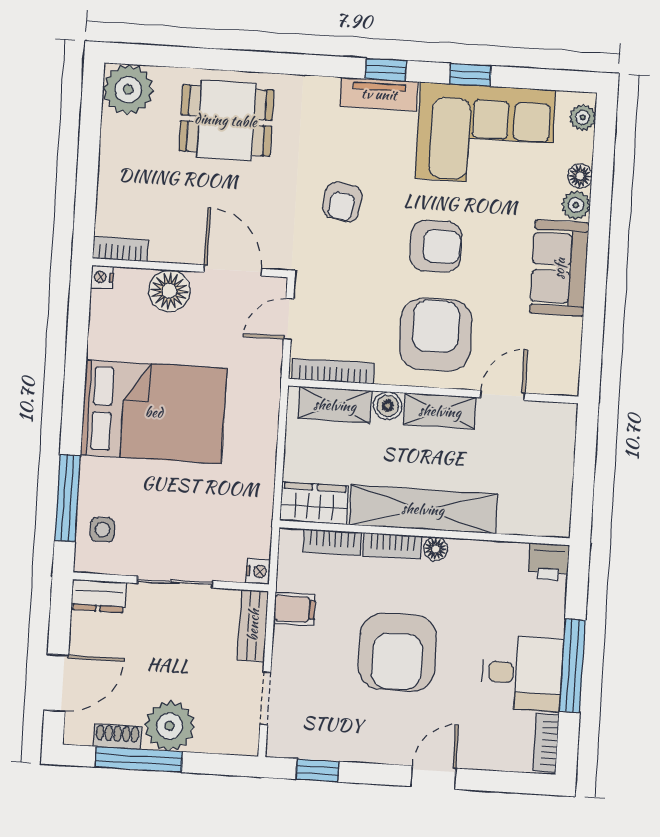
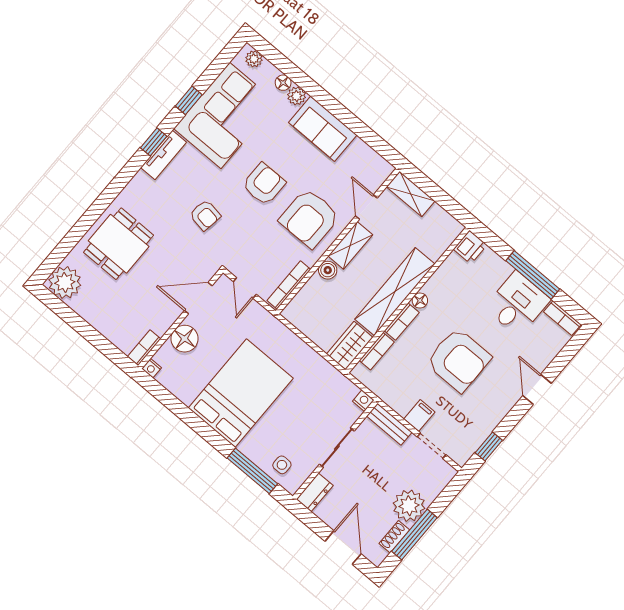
armchair: (436, 335) -> (309, 218), turned -90
shelving: (335, 405) -> (411, 194), moved, turned 90
filing cabinet: (294, 609) -> (419, 416), moved

